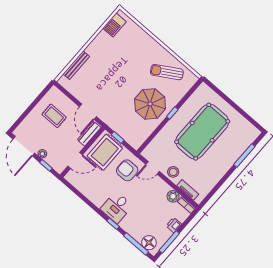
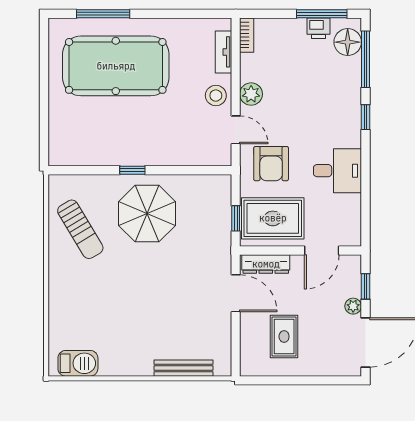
door: (88, 112) -> (236, 293), hinge flipped
pool table: (202, 132) -> (116, 66), moved
door: (75, 160) -> (322, 251), swing flipped
plant: (173, 196) -> (251, 94), moved
desk: (117, 207) -> (337, 171), moved
printer: (174, 225) -> (318, 28), moved

